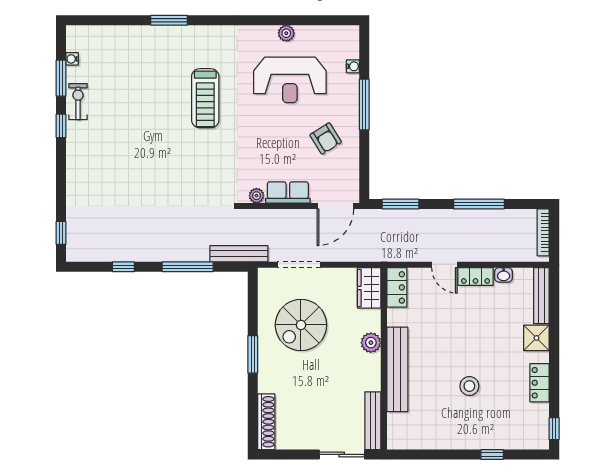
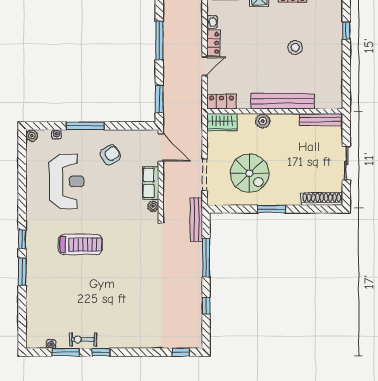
window: (213, 20) -> (22, 239), added
plant: (286, 33) -> (32, 136), moved
sliding door: (342, 454) -> (346, 163), moved

